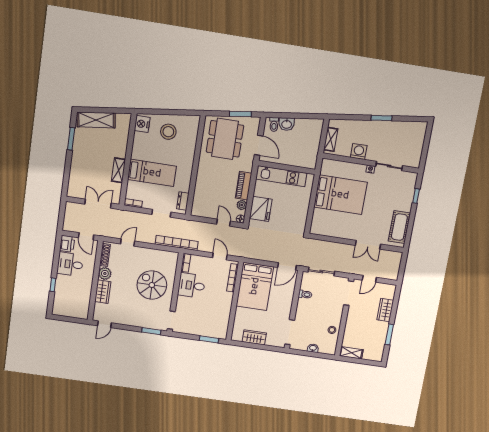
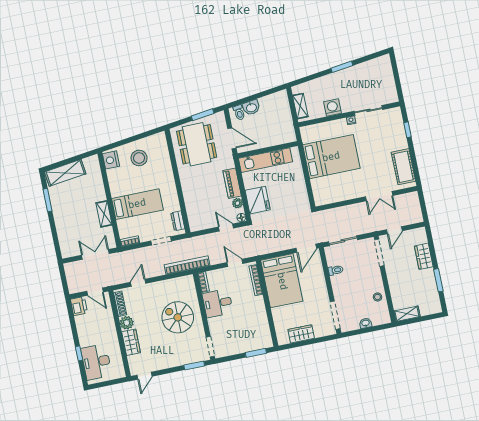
desk: (70, 264) -> (96, 362), moved, width x1.37

